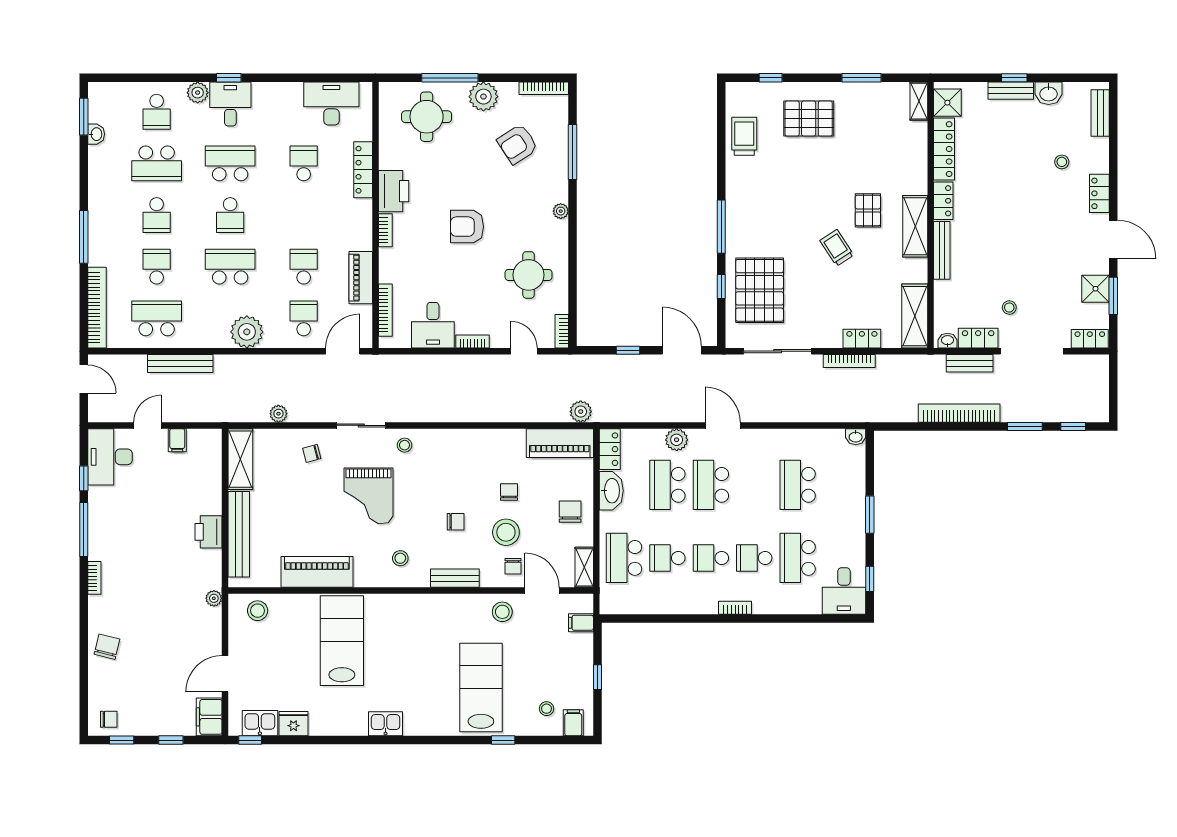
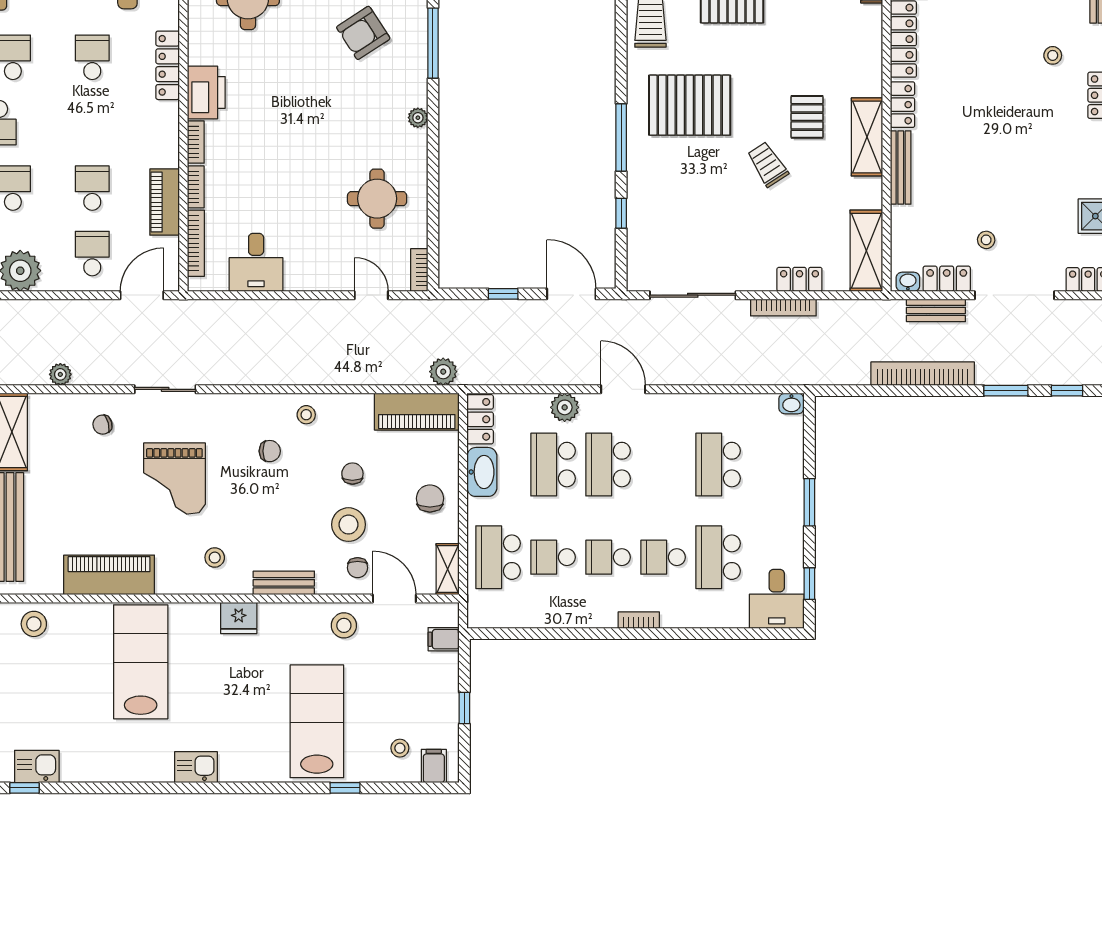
armchair: (467, 227) -> (299, 137), removed
pallet: (760, 290) -> (690, 105), moved, turned 90
bookcase: (472, 341) -> (196, 187), moved, turned 90
stool: (405, 445) -> (306, 415), moved
chair: (456, 522) -> (270, 451), moved
fridge: (293, 724) -> (239, 618), moved, turned 180

